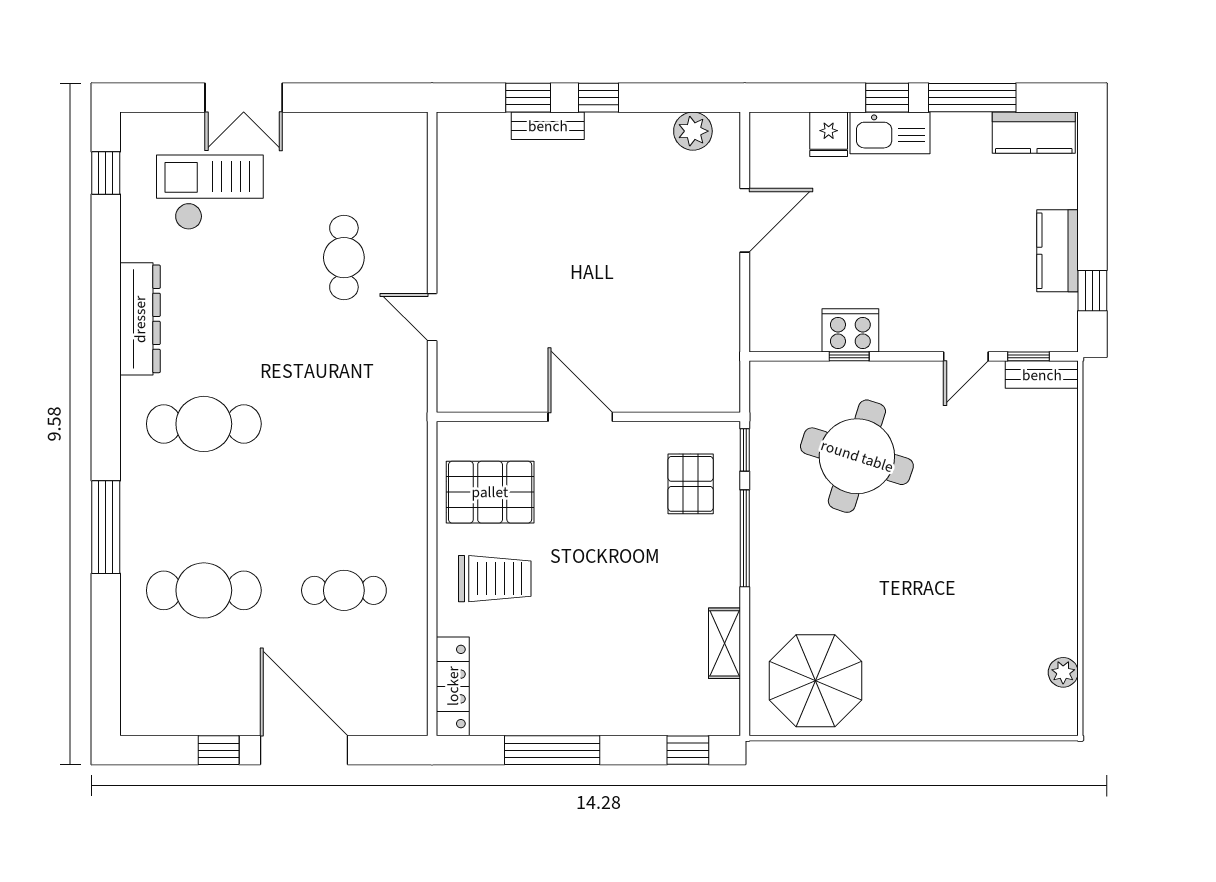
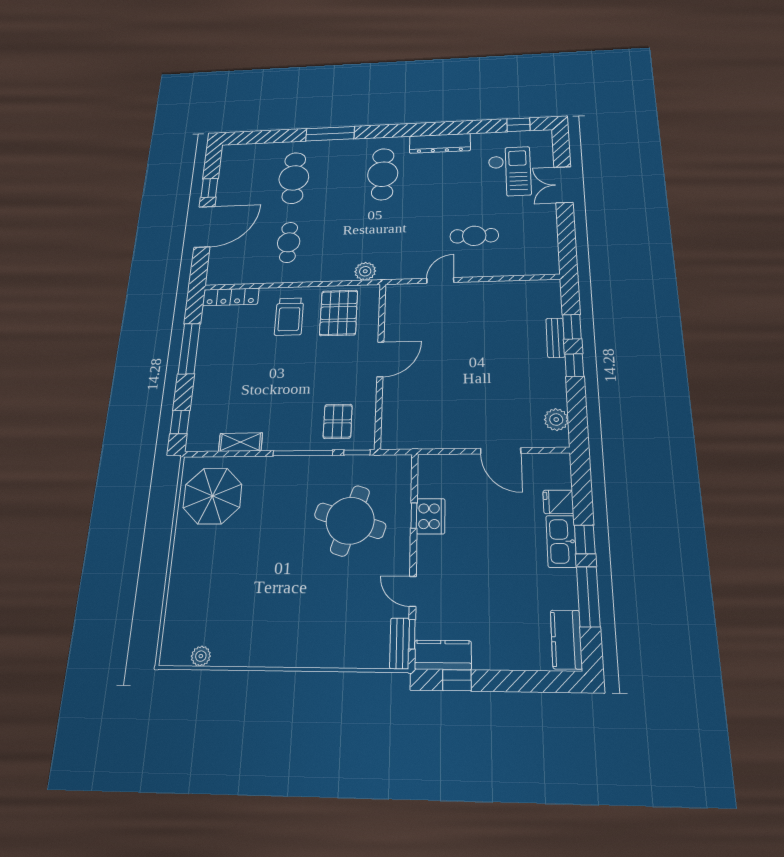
kitchen counter: (1057, 251) -> (443, 655), moved
plant: (409, 449) -> (365, 271), added
pallet: (691, 484) -> (338, 421), turned 90

